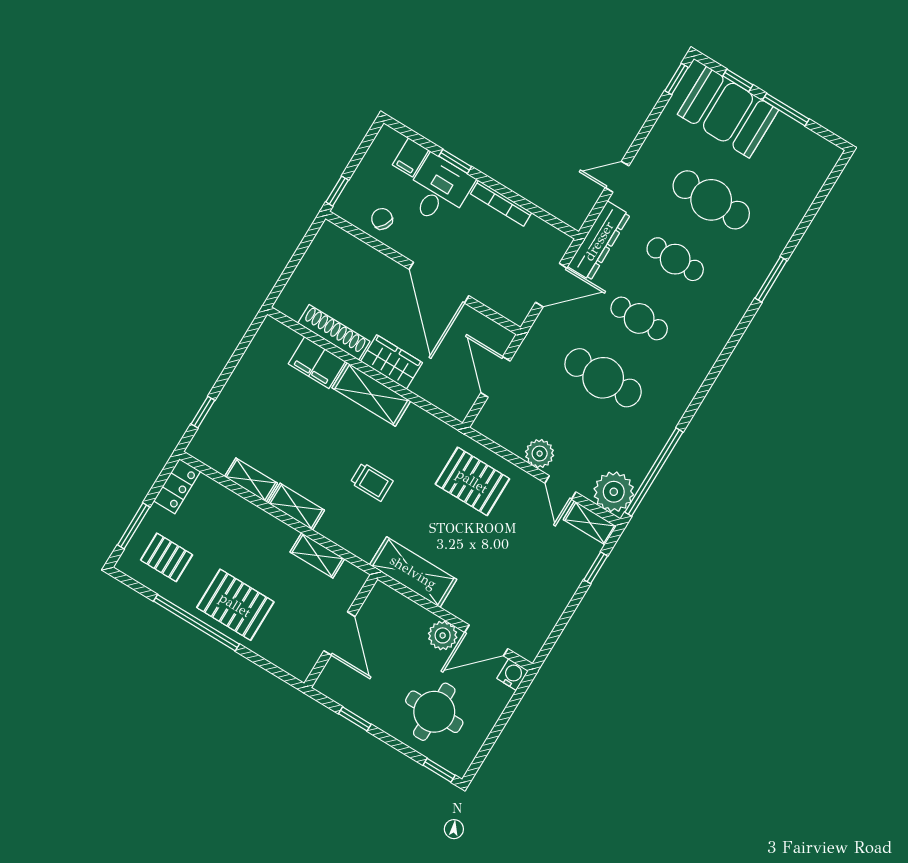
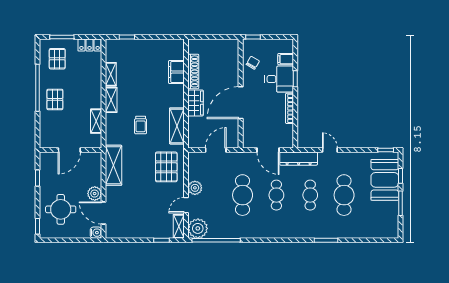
shelving: (371, 394) -> (177, 126), moved
pallet: (235, 605) -> (55, 99), width x0.67, depth x0.71

